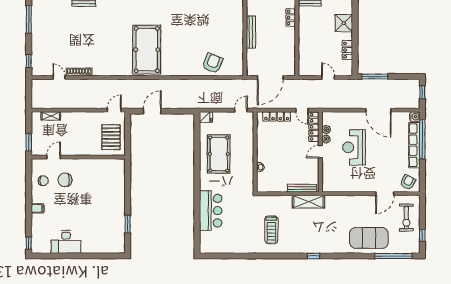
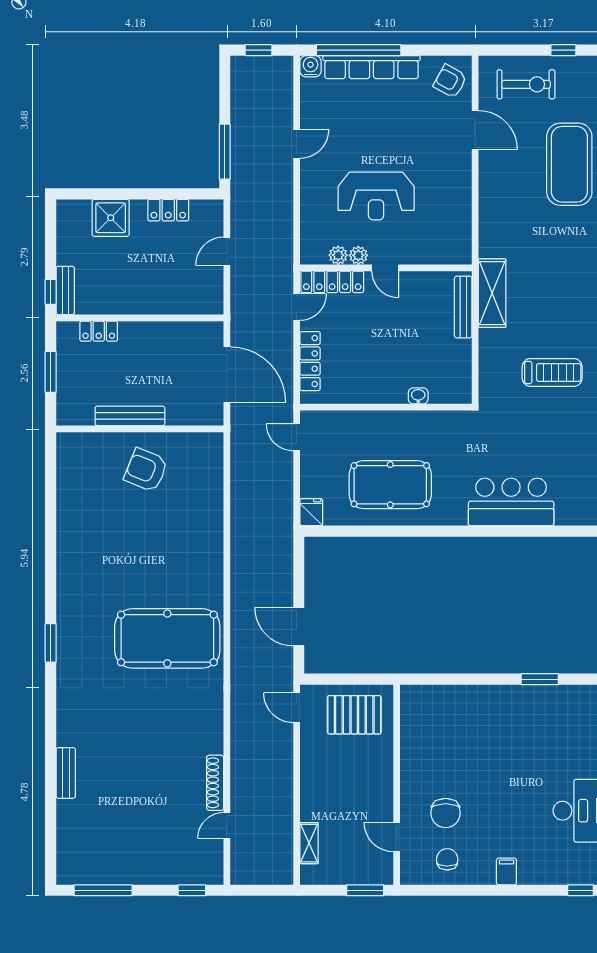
armchair: (213, 63) -> (146, 470), moved
door: (378, 110) -> (297, 144), width x0.53

